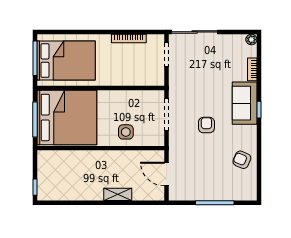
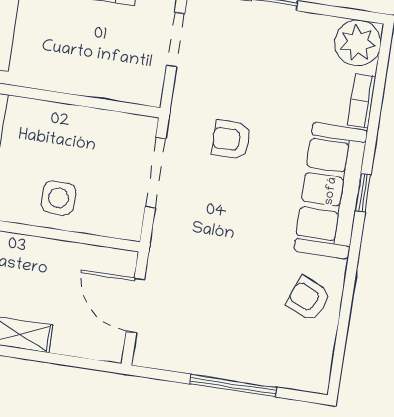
plant: (251, 40) -> (358, 43), width x1.88, depth x1.88
sofa: (245, 103) -> (331, 191), width x1.36
armchair: (206, 125) -> (231, 140), moved, turned -90

